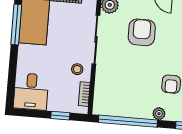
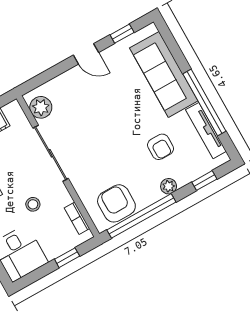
armchair: (142, 32) -> (116, 203), moved
stool: (77, 69) -> (33, 204), moved

